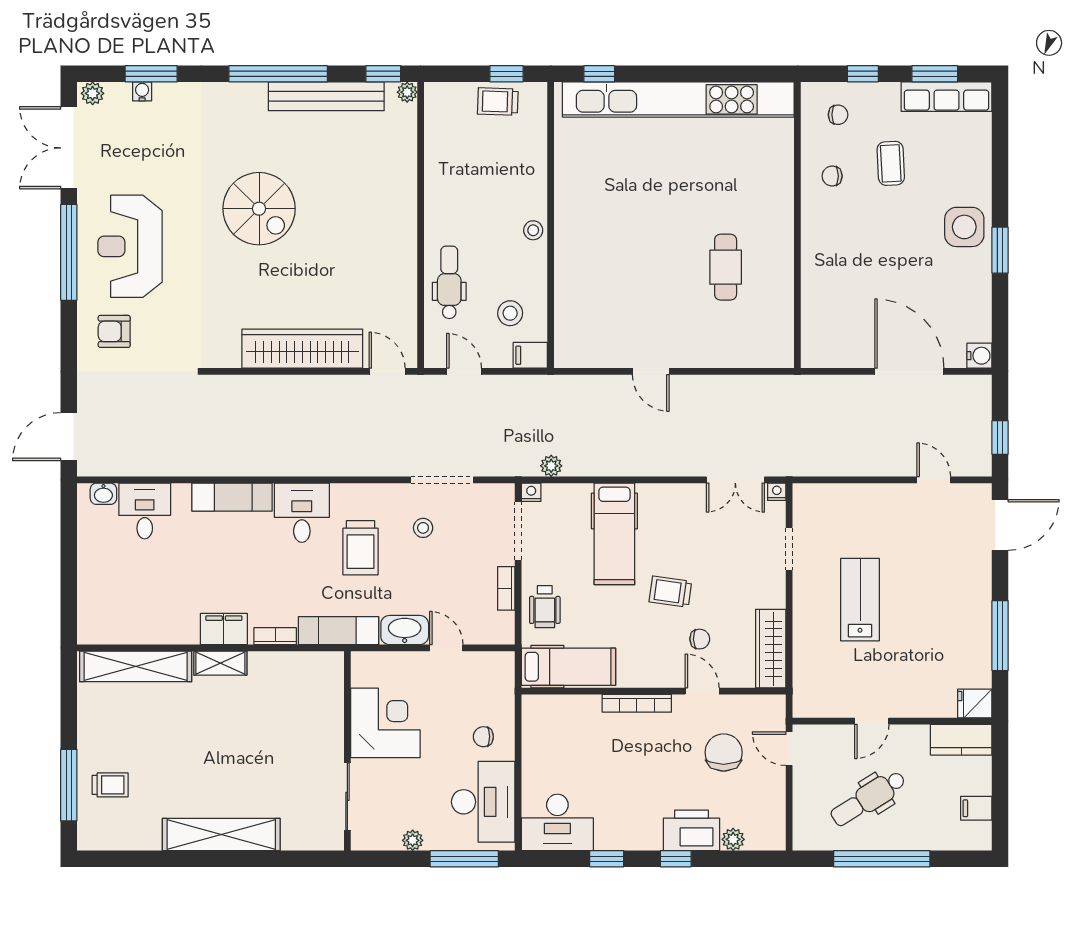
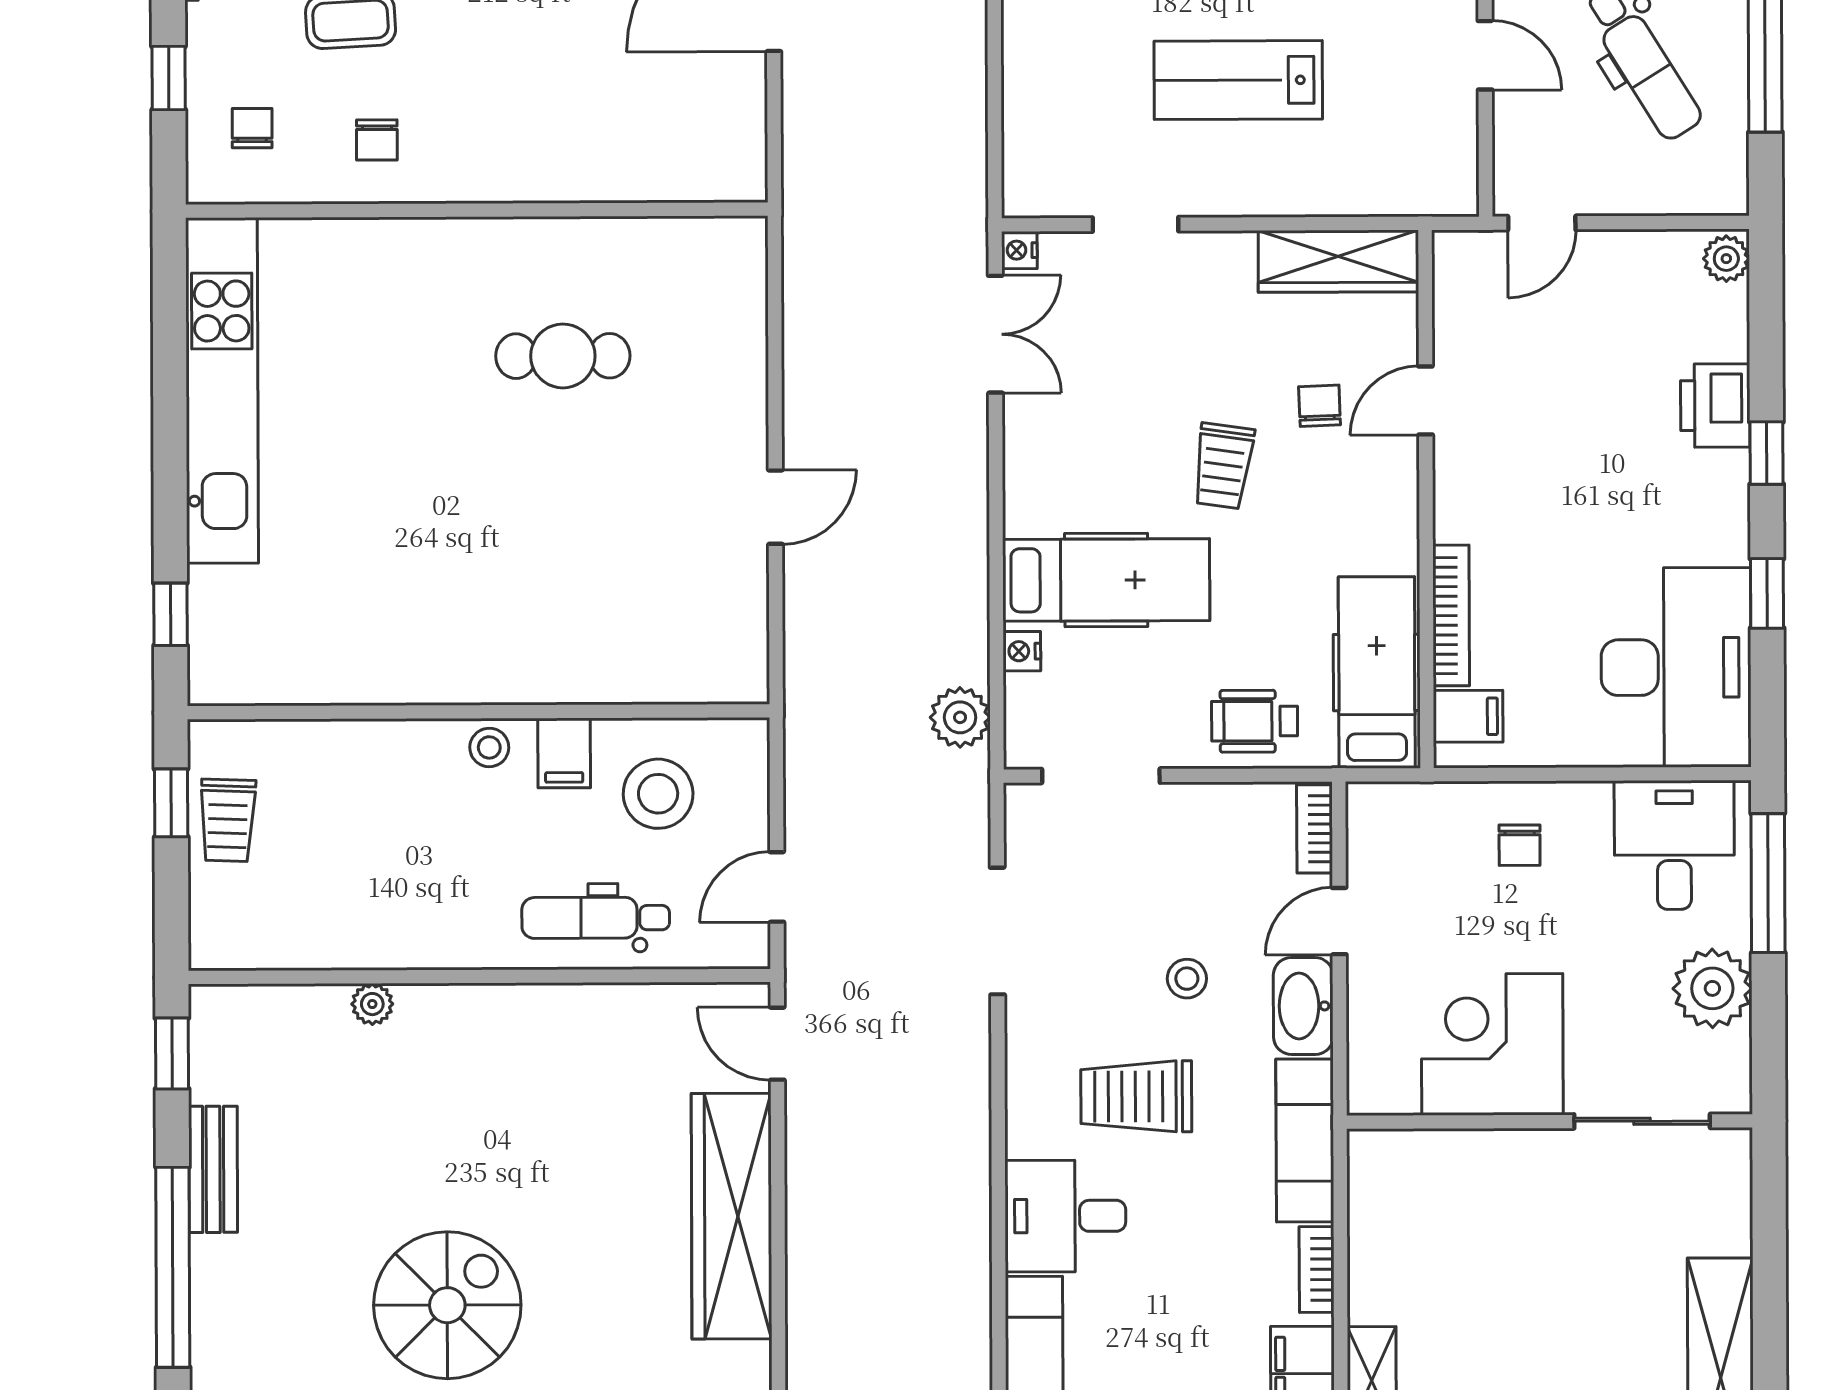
plant: (407, 92) -> (372, 1004), moved
bench: (326, 96) -> (213, 1169), width x0.54, depth x0.82
kitchen unit: (678, 99) -> (222, 390), width x0.73
stool: (510, 313) -> (658, 794), width x1.38, depth x1.38
filing cabinet: (530, 355) -> (564, 753), moved
door: (387, 371) -> (777, 1044), hinge flipped
plant: (551, 466) -> (960, 717), width x1.38, depth x1.38
nightstand: (531, 492) -> (1022, 651), moved
stool: (423, 528) -> (1187, 979), moved
trolley: (360, 548) -> (1136, 1096), turned 180
bookcase: (506, 588) -> (1315, 829), moved, turned 90
wheelchair: (545, 607) -> (1255, 721), turned 180
bookcase: (637, 703) -> (1451, 615), moved
filing cabinet: (547, 712) -> (1468, 716), added
chair: (724, 752) -> (1550, 356), removed
desk: (483, 802) -> (1674, 845), width x0.73
desk: (557, 822) -> (1676, 667), width x1.36, depth x1.30
printer: (692, 830) -> (1715, 406), width x0.73, depth x0.84
plant: (733, 839) -> (1726, 259), moved
plant: (413, 840) -> (1712, 988), width x1.88, depth x1.88

